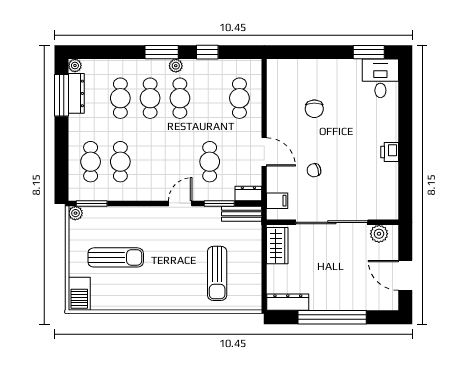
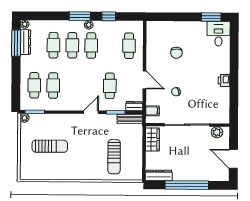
barbecue: (79, 294) -> (26, 169), removed

